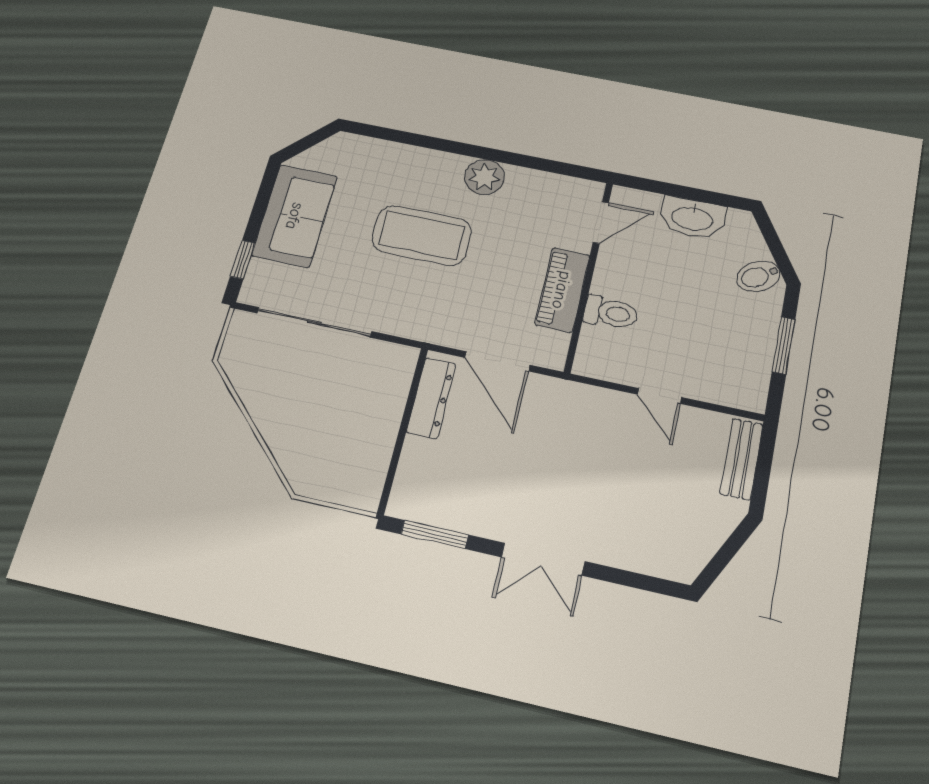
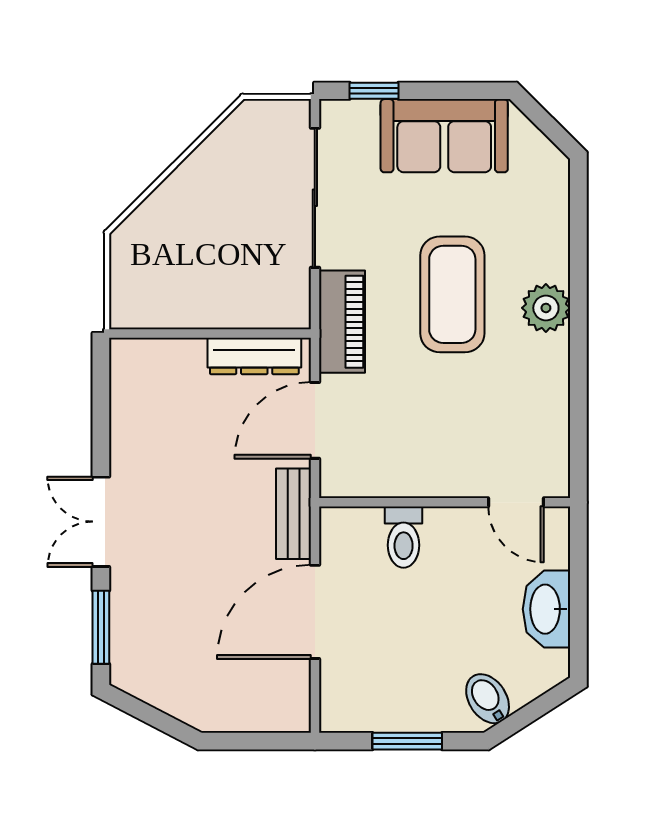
plant: (484, 177) -> (546, 308), moved
piano: (562, 290) -> (342, 322), moved, turned 90
door: (659, 396) -> (315, 612), width x1.88
bench: (741, 459) -> (293, 514), moved, turned 90
window: (435, 534) -> (101, 627), moved

